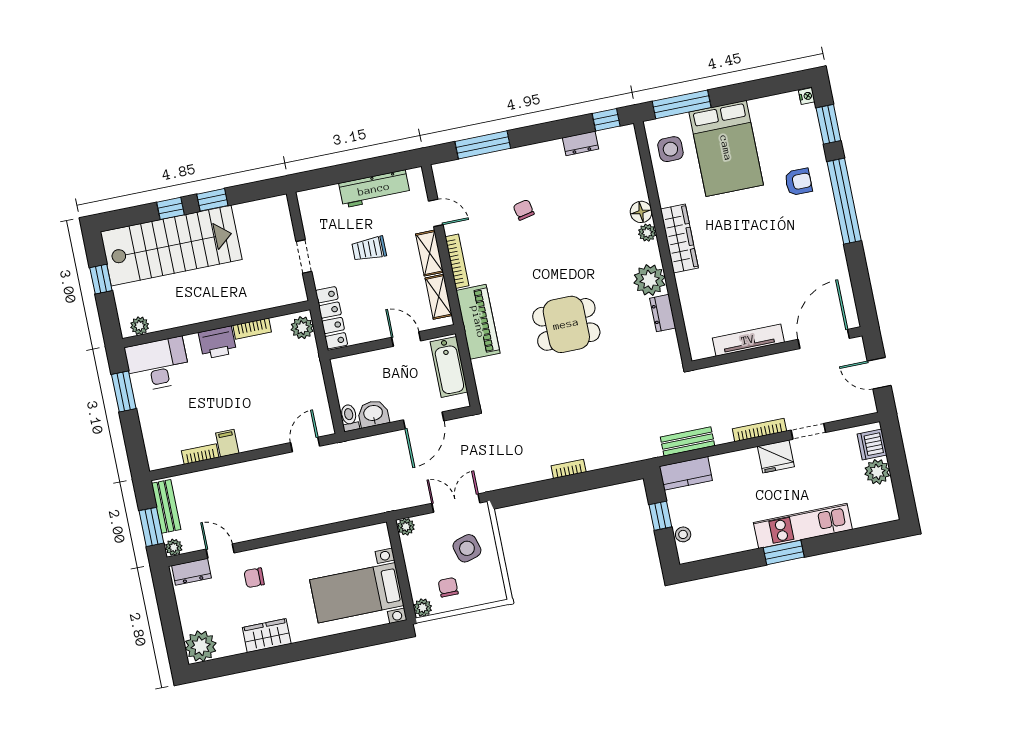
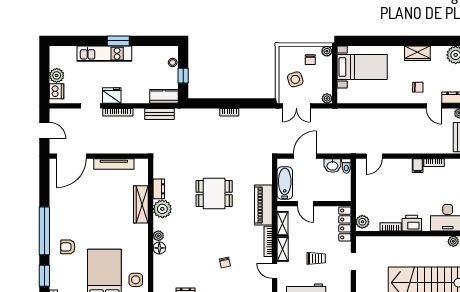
wardrobe: (679, 238) -> (141, 204), moved

